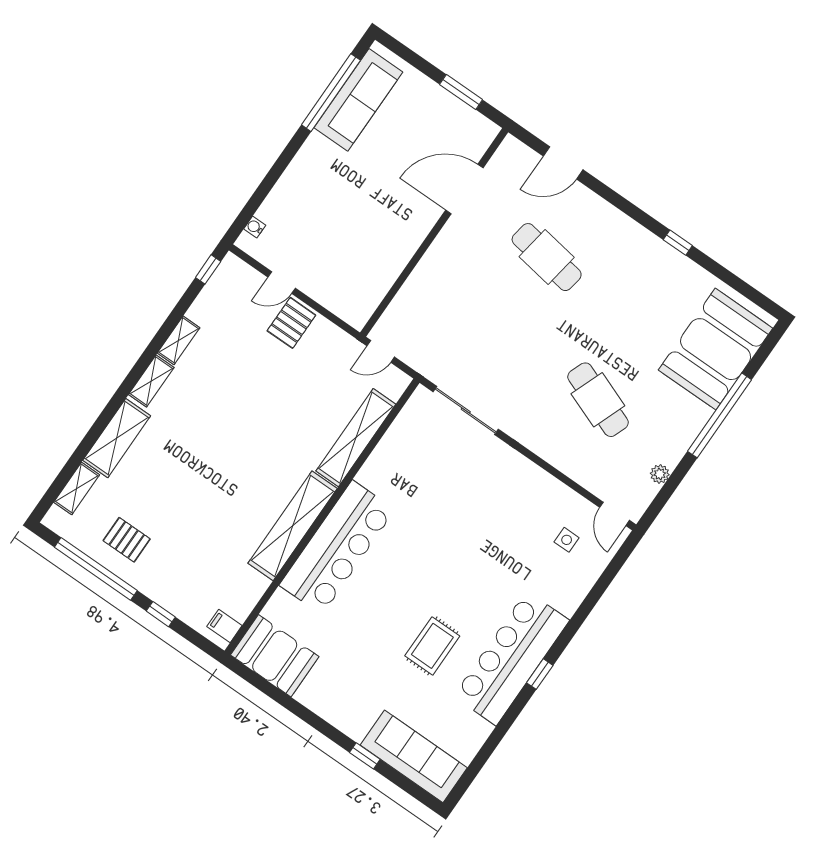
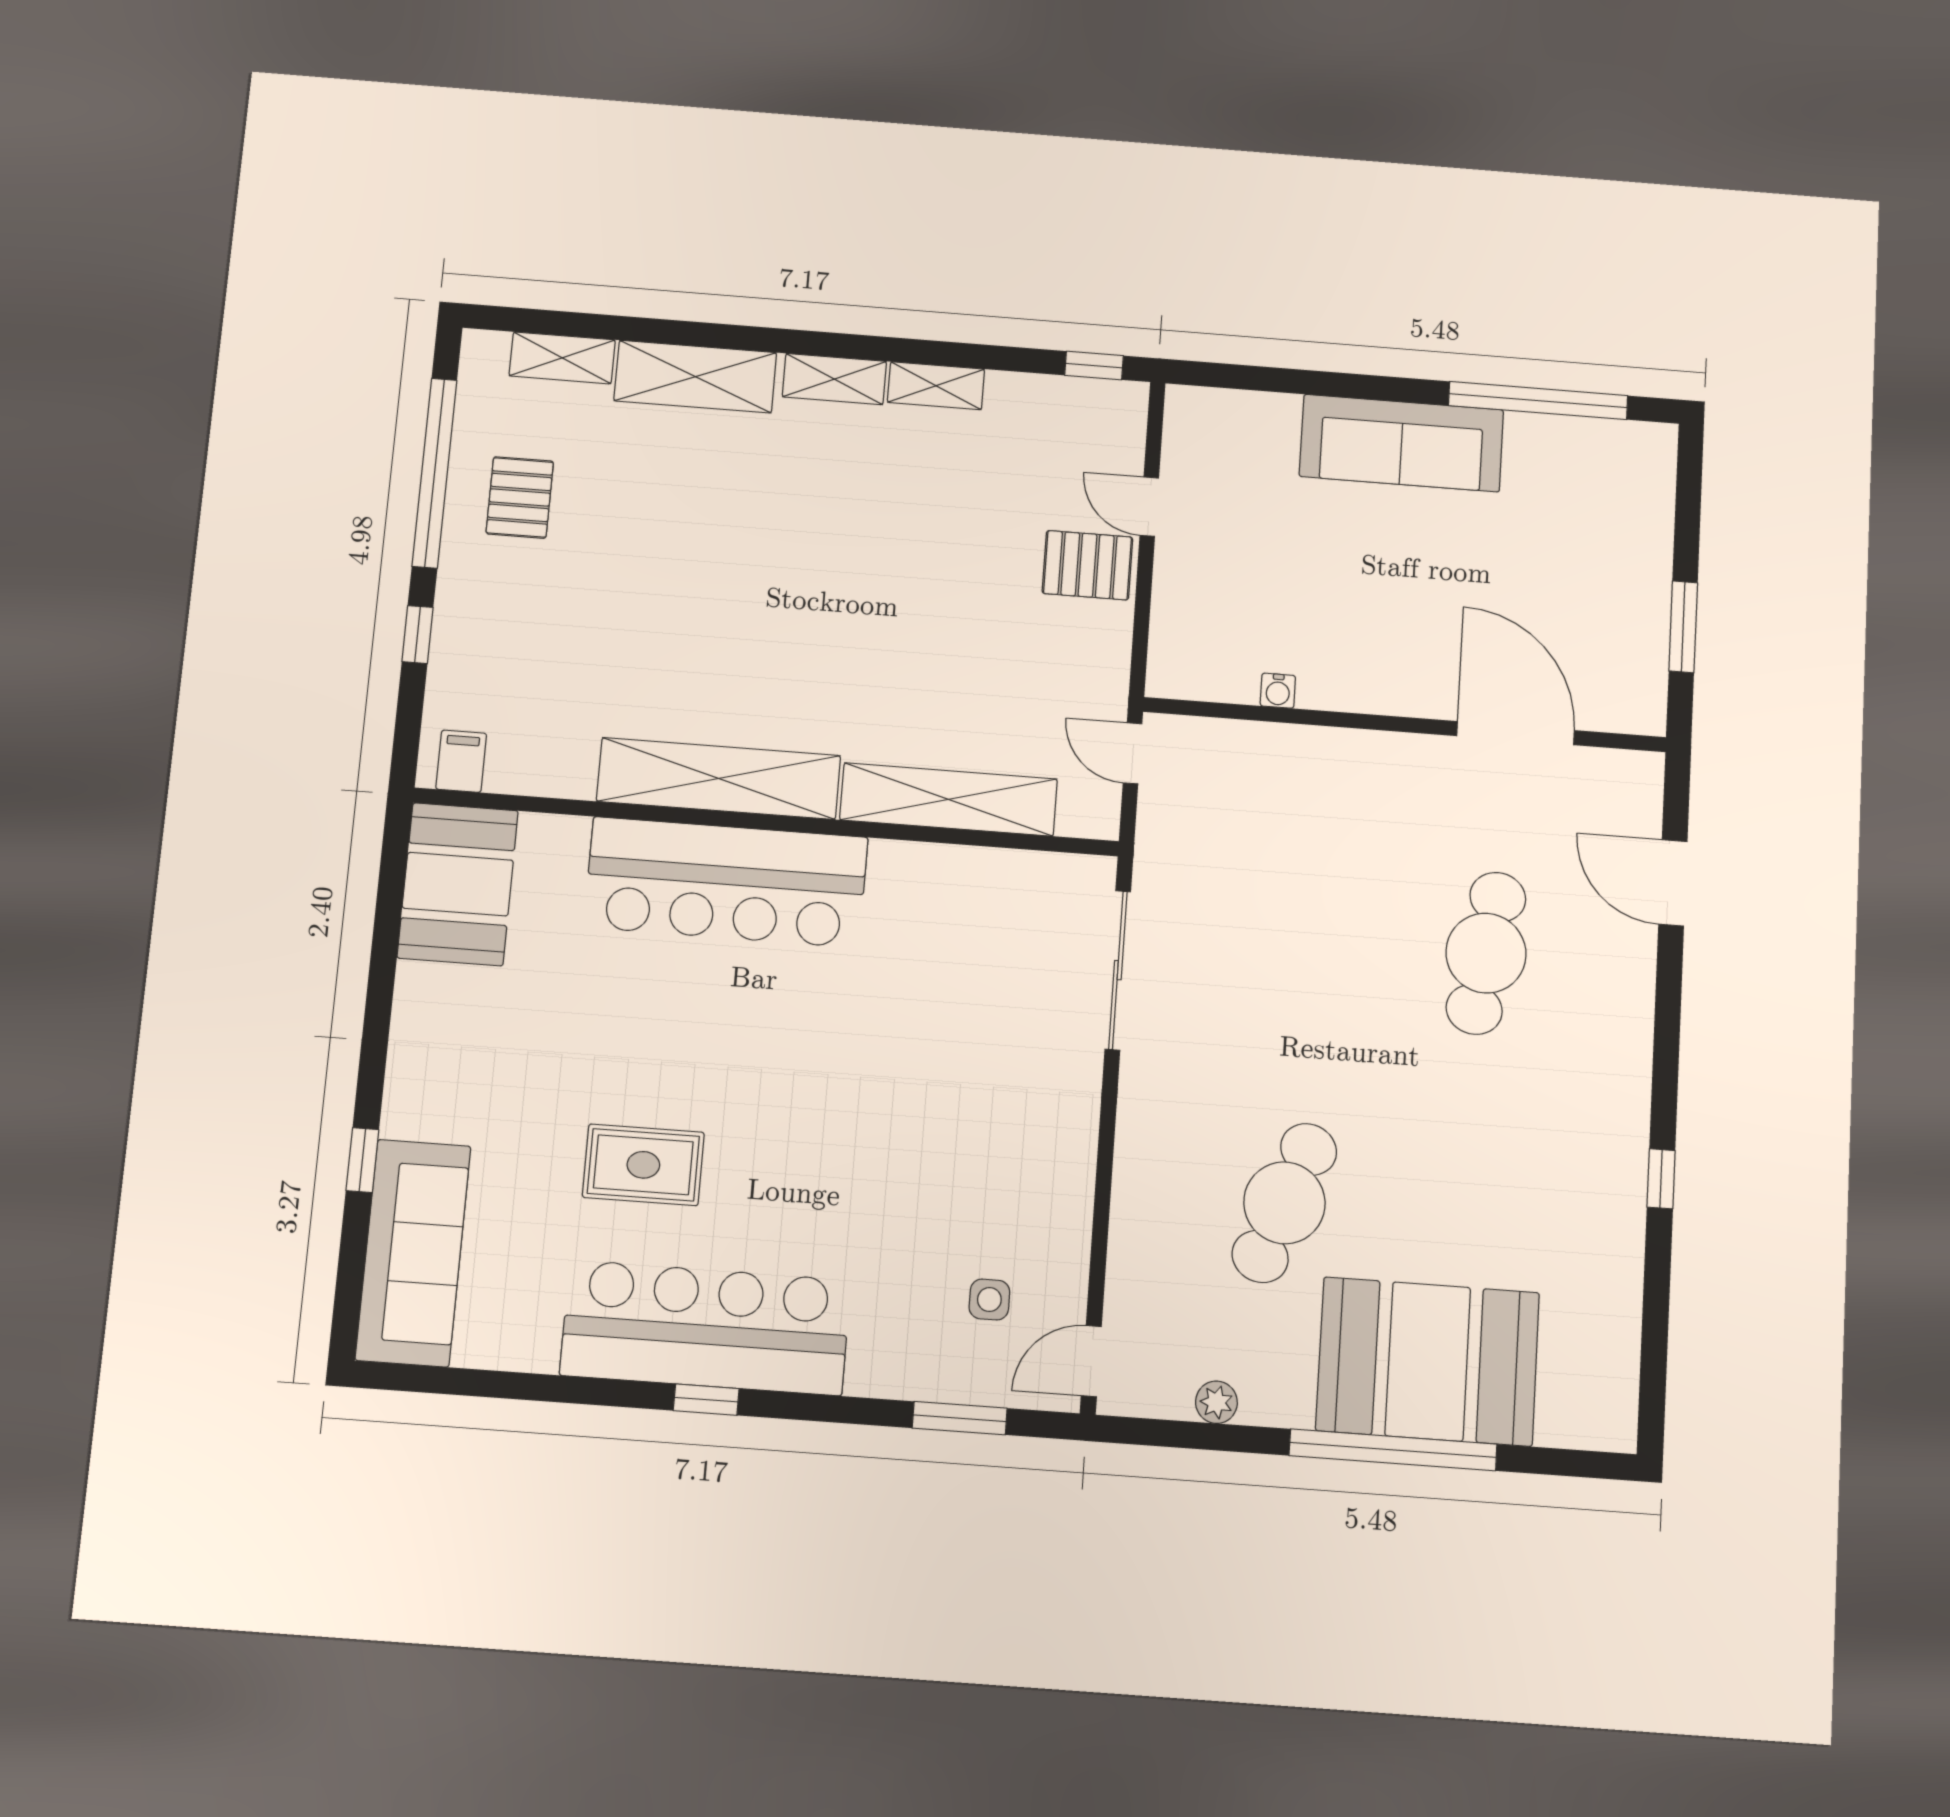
sofa: (358, 100) -> (1402, 443), moved
water cooler: (255, 227) -> (1278, 691), moved, turned 180
booth: (716, 349) -> (1428, 1361), moved
window: (606, 579) -> (960, 1418), added

